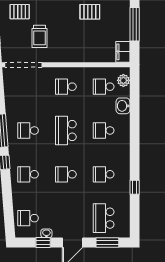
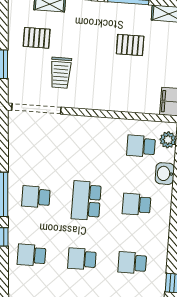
school desk: (66, 87) -> (91, 142), removed

